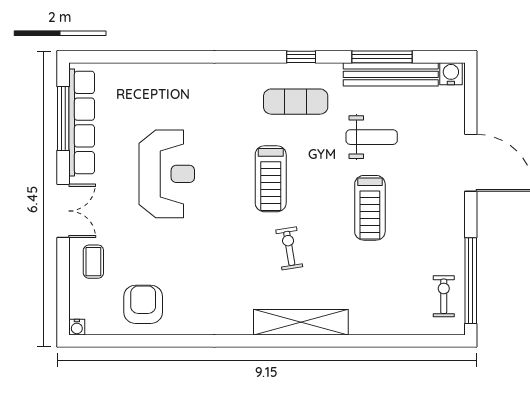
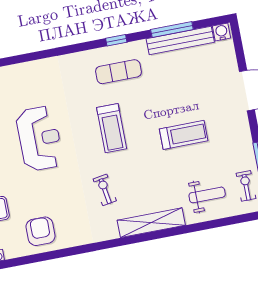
weight bench: (372, 137) -> (207, 195), moved
treadmill: (370, 208) -> (184, 135), turned -90
exercise bike: (289, 248) -> (105, 190), moved

